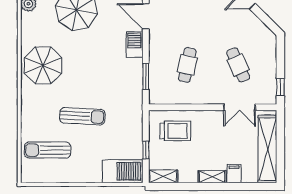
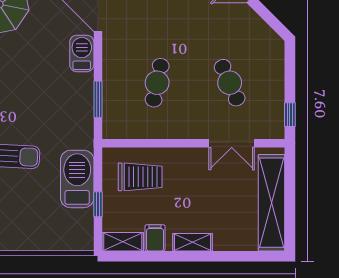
barbecue: (123, 171) -> (77, 179), moved, turned -90
filing cabinet: (234, 174) -> (155, 238), moved

